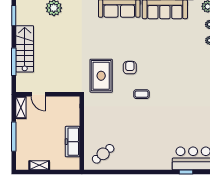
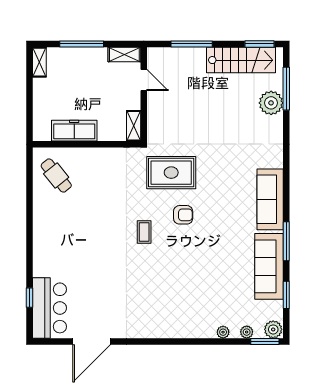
stairs: (25, 49) -> (241, 60), moved
door: (38, 94) -> (144, 80), swing flipped
shelving: (69, 101) -> (134, 126), added
shelving: (39, 165) -> (39, 62), moved

